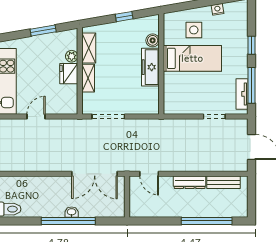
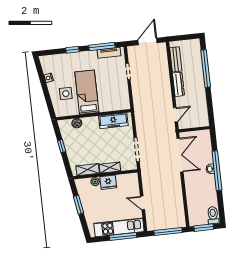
freezer: (150, 67) -> (113, 121), moved

